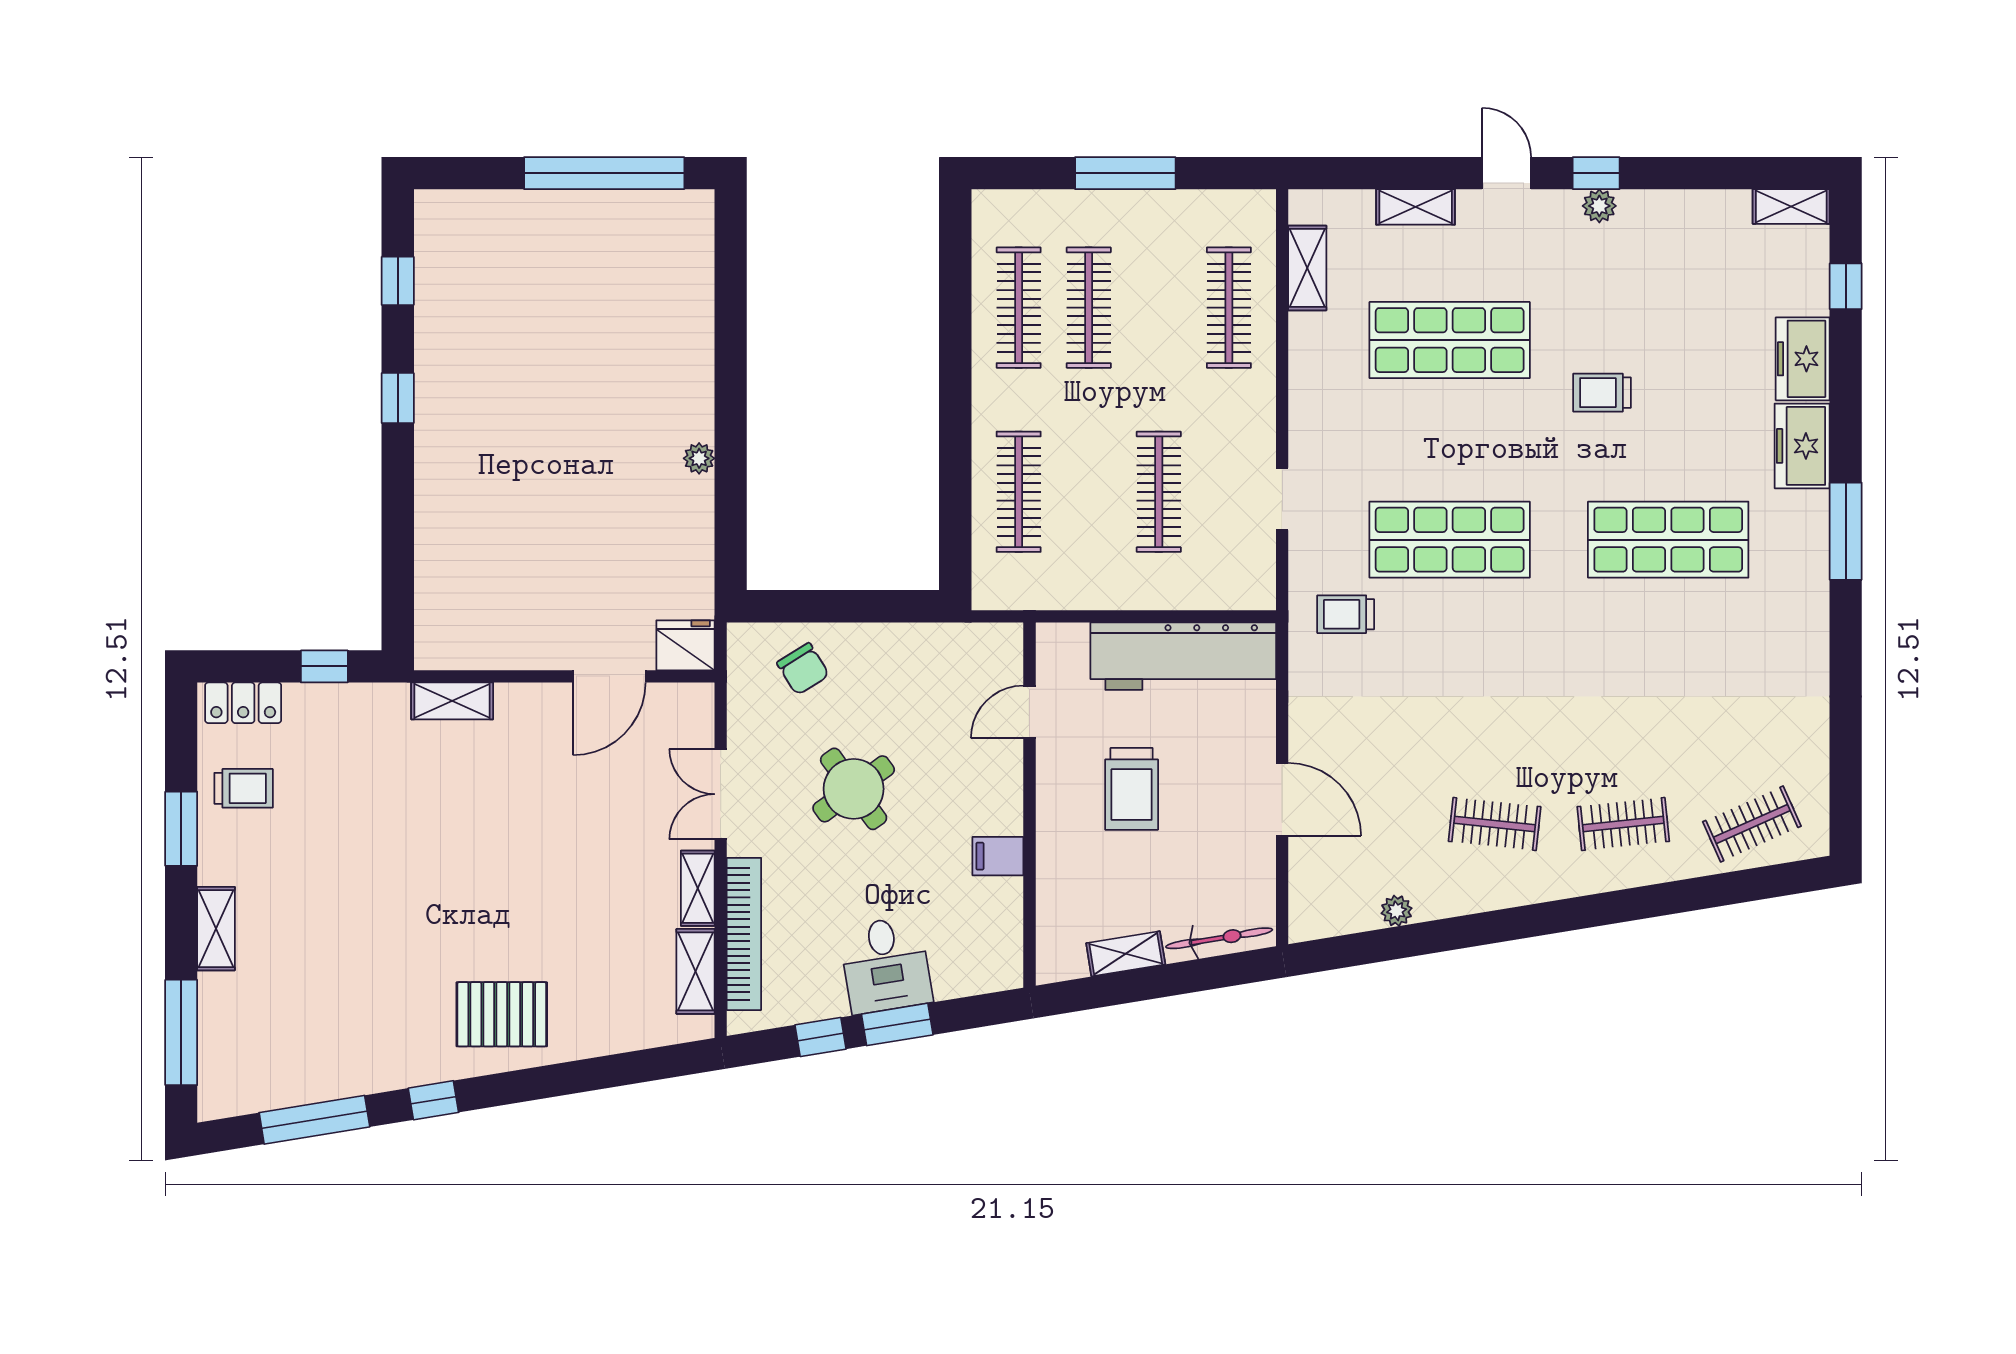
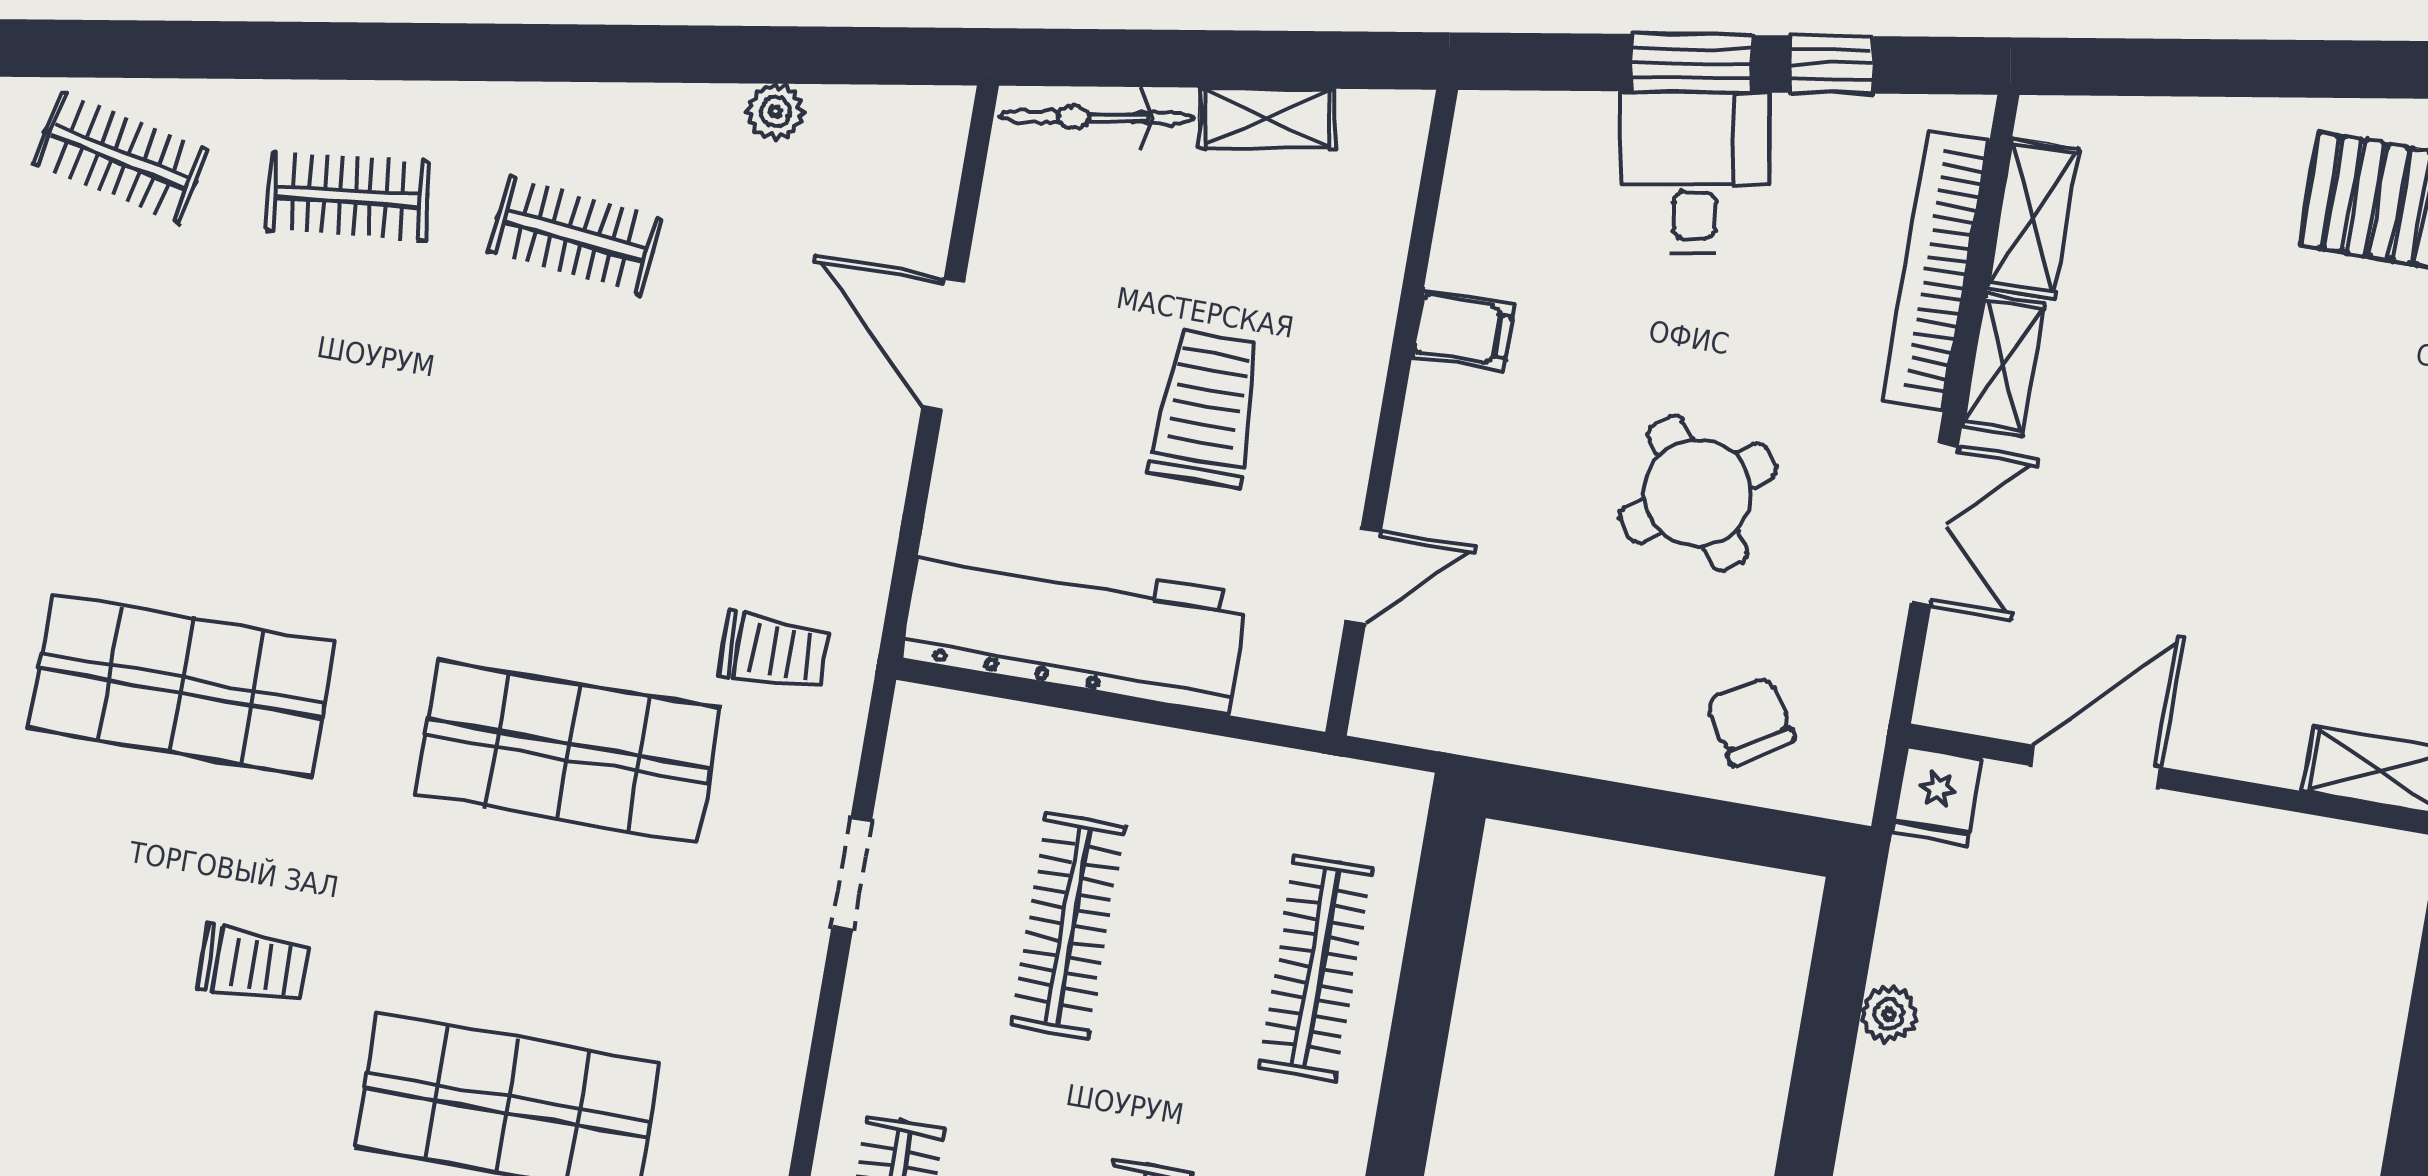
plant: (699, 458) -> (1889, 1014), moved
fridge: (685, 645) -> (1937, 796), width x0.72
clothes rail: (1752, 824) -> (121, 157), turned 36

